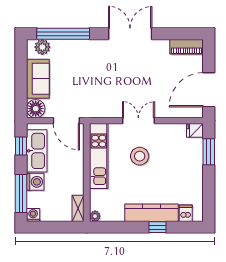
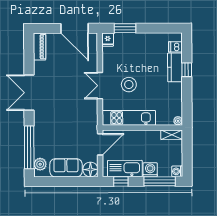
kitchen counter: (152, 213) -> (175, 67), width x0.67

